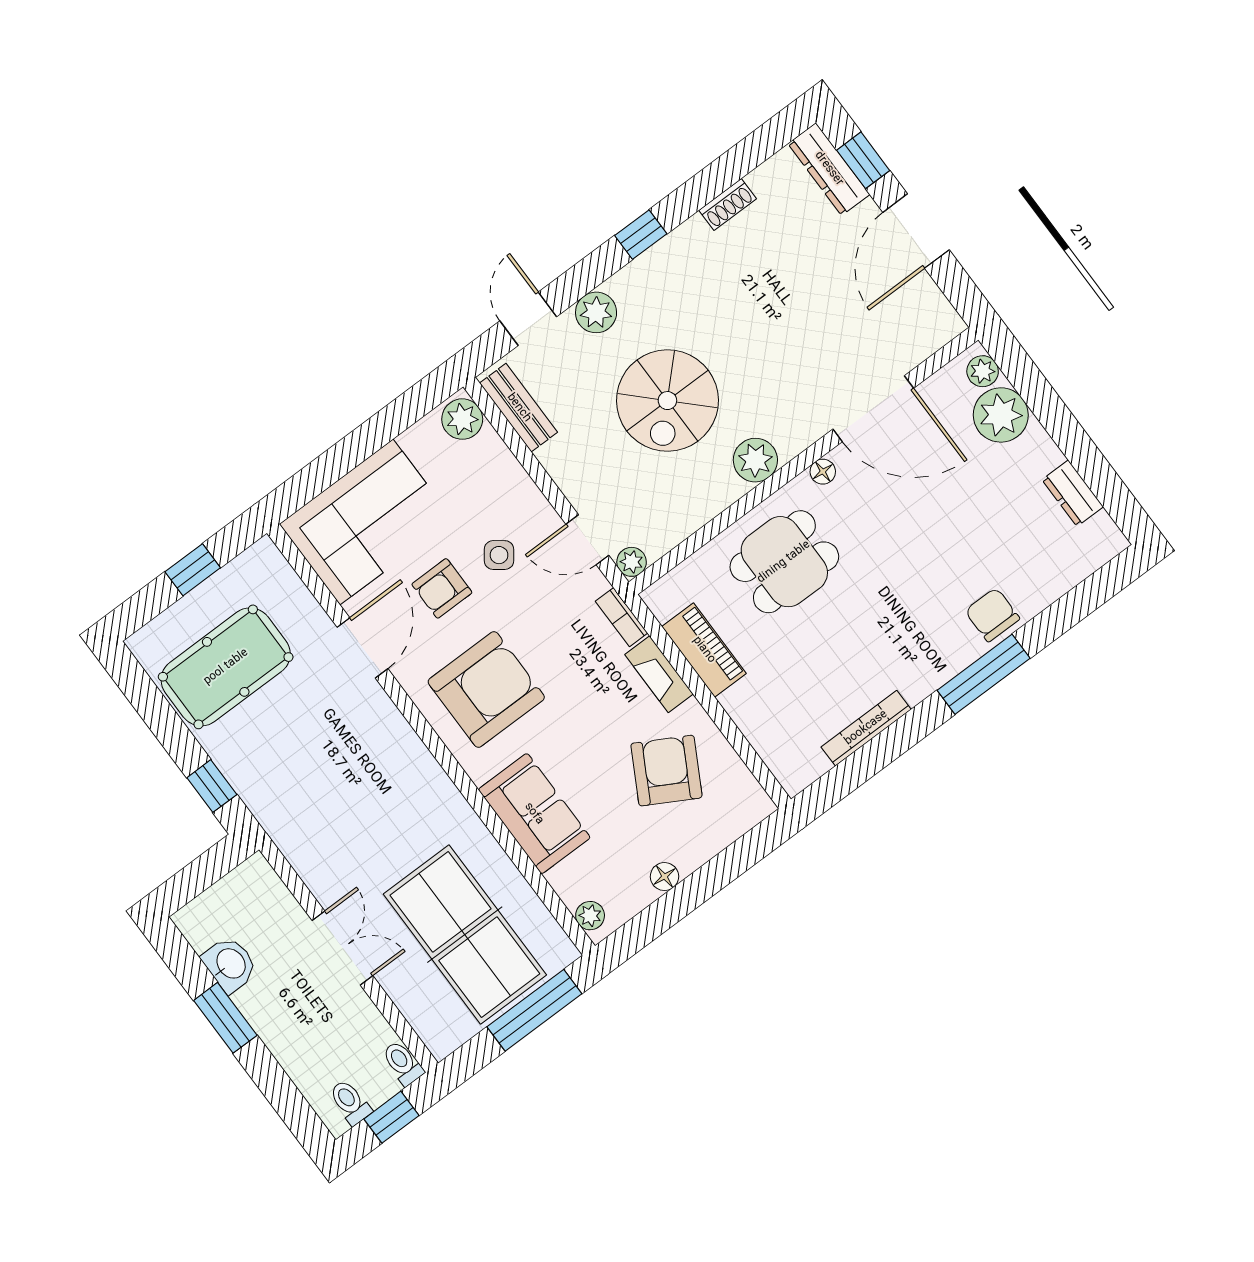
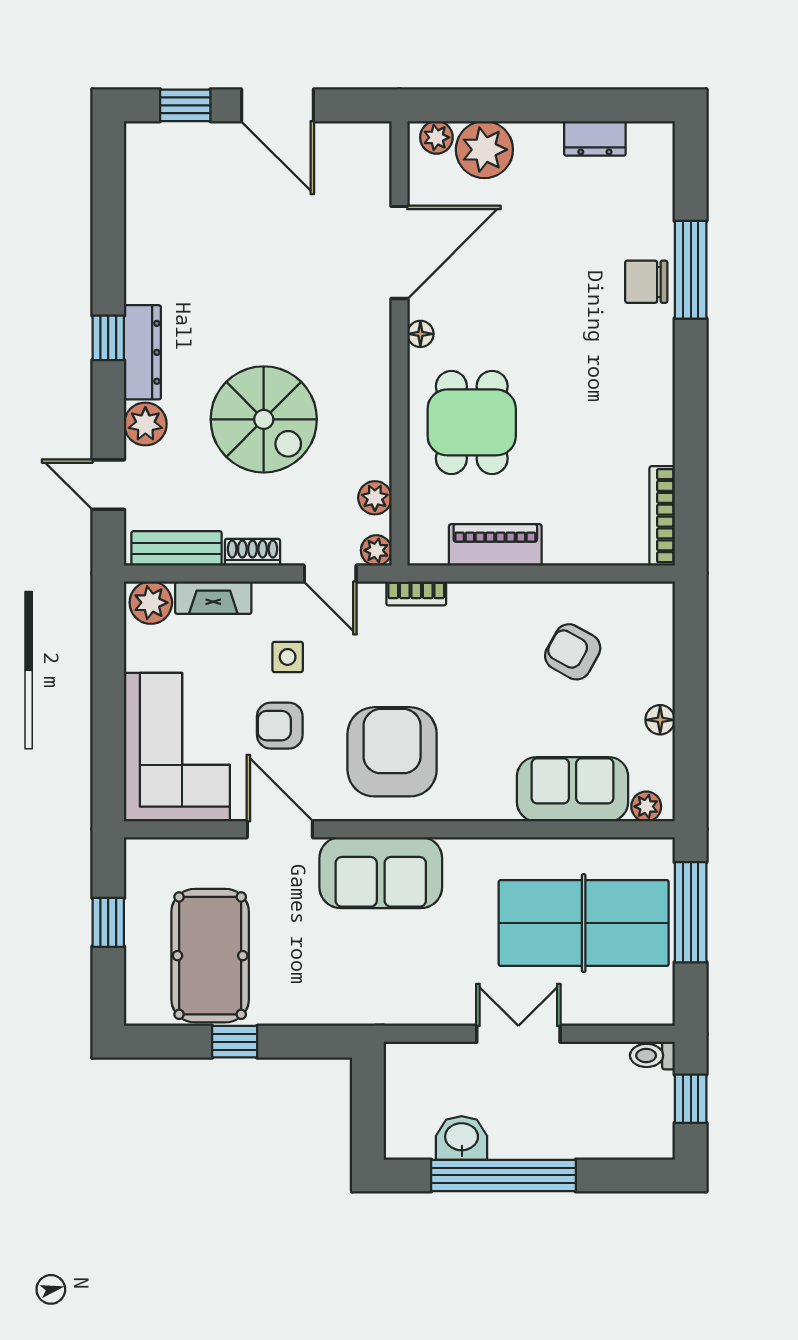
dresser: (829, 169) -> (142, 352), moved, turned -90
shoe rack: (728, 204) -> (252, 552), moved, turned -90
plant: (755, 460) -> (375, 498), moved, width x0.73, depth x0.73
door: (587, 540) -> (330, 574), hinge flipped
side table: (499, 555) -> (288, 657), turned -37
armchair: (442, 588) -> (280, 726), turned 90
fireplace: (659, 674) -> (213, 598), moved
window: (984, 674) -> (691, 270), moved
bookcase: (866, 728) -> (662, 516), moved
sofa: (387, 750) -> (381, 873), added
armchair: (666, 771) -> (573, 652), width x0.72, depth x0.72
window: (212, 786) -> (235, 1042), moved
sofa: (534, 814) -> (573, 789), moved
window: (225, 1018) -> (503, 1175), width x2.11
toilet: (350, 1102) -> (652, 1124), removed

